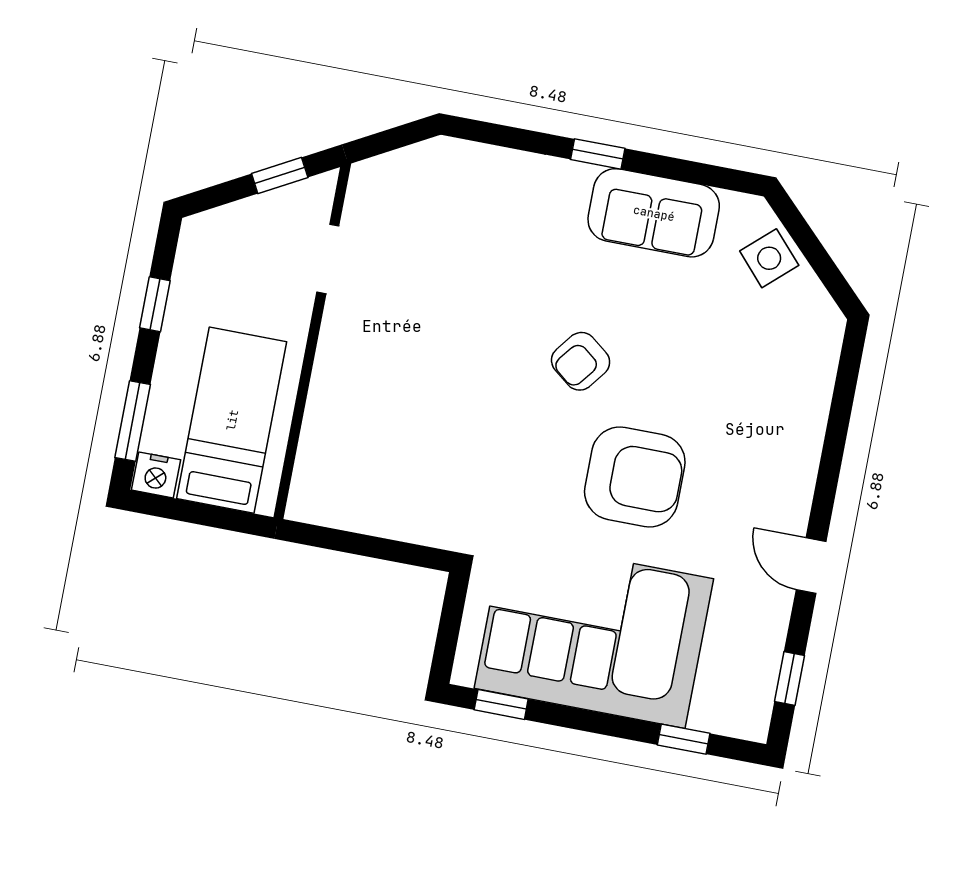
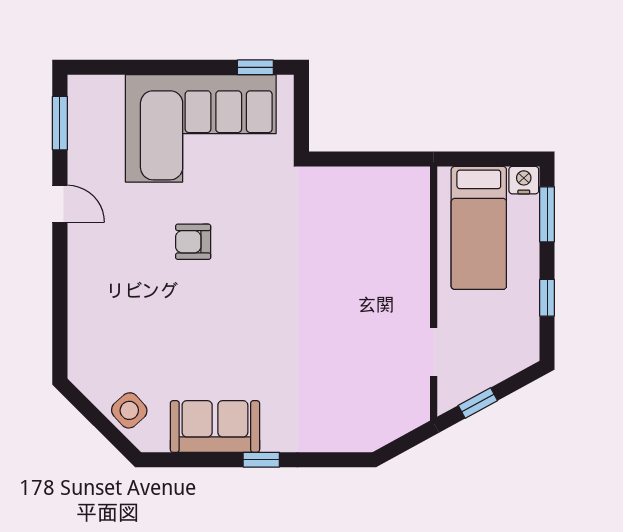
armchair: (581, 361) -> (246, 314), removed
armchair: (635, 477) -> (193, 242), width x0.53, depth x0.53
window: (790, 678) -> (60, 123), width x1.50
window: (684, 739) -> (125, 67), removed

